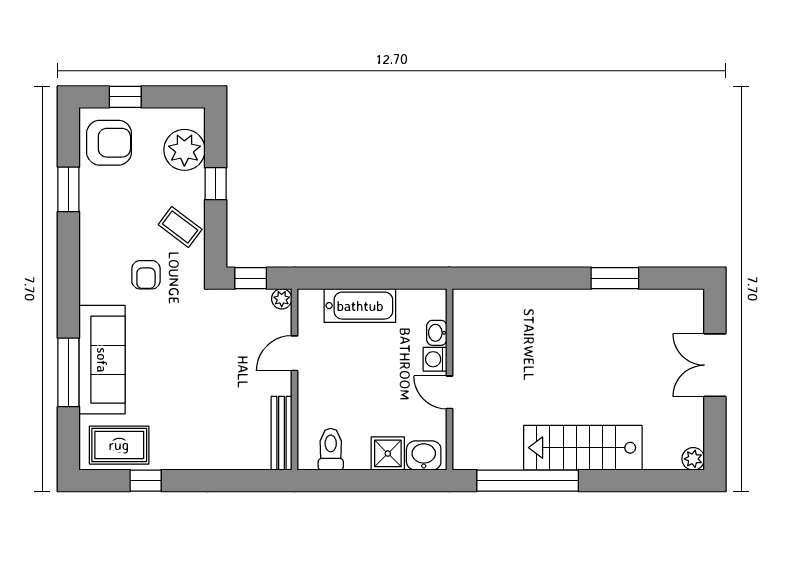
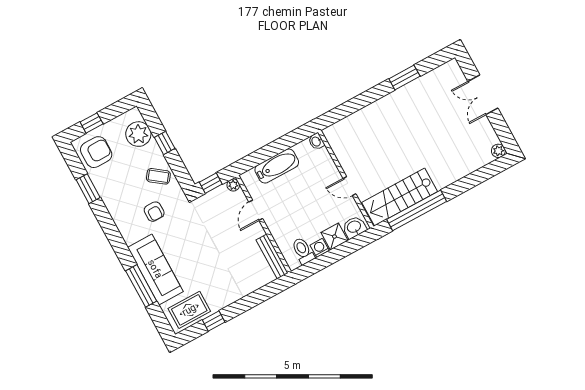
washbasin: (437, 333) -> (316, 141), moved
washing machine: (435, 359) -> (320, 248), moved, turned 90
stairs: (583, 448) -> (400, 197), moved

